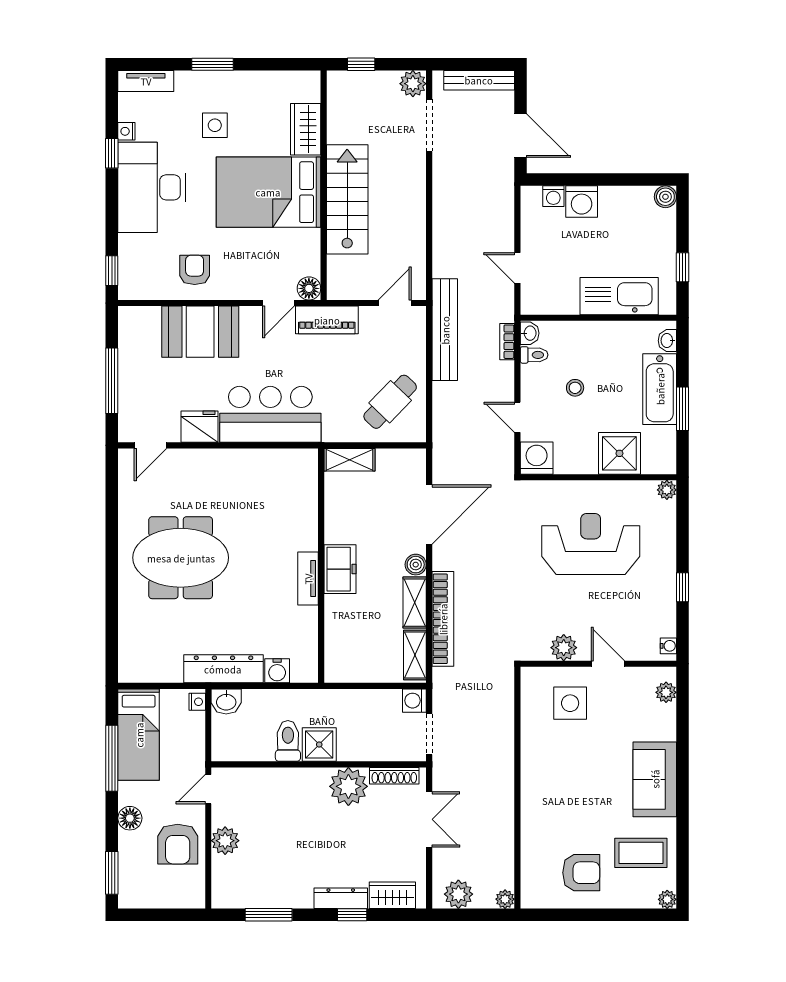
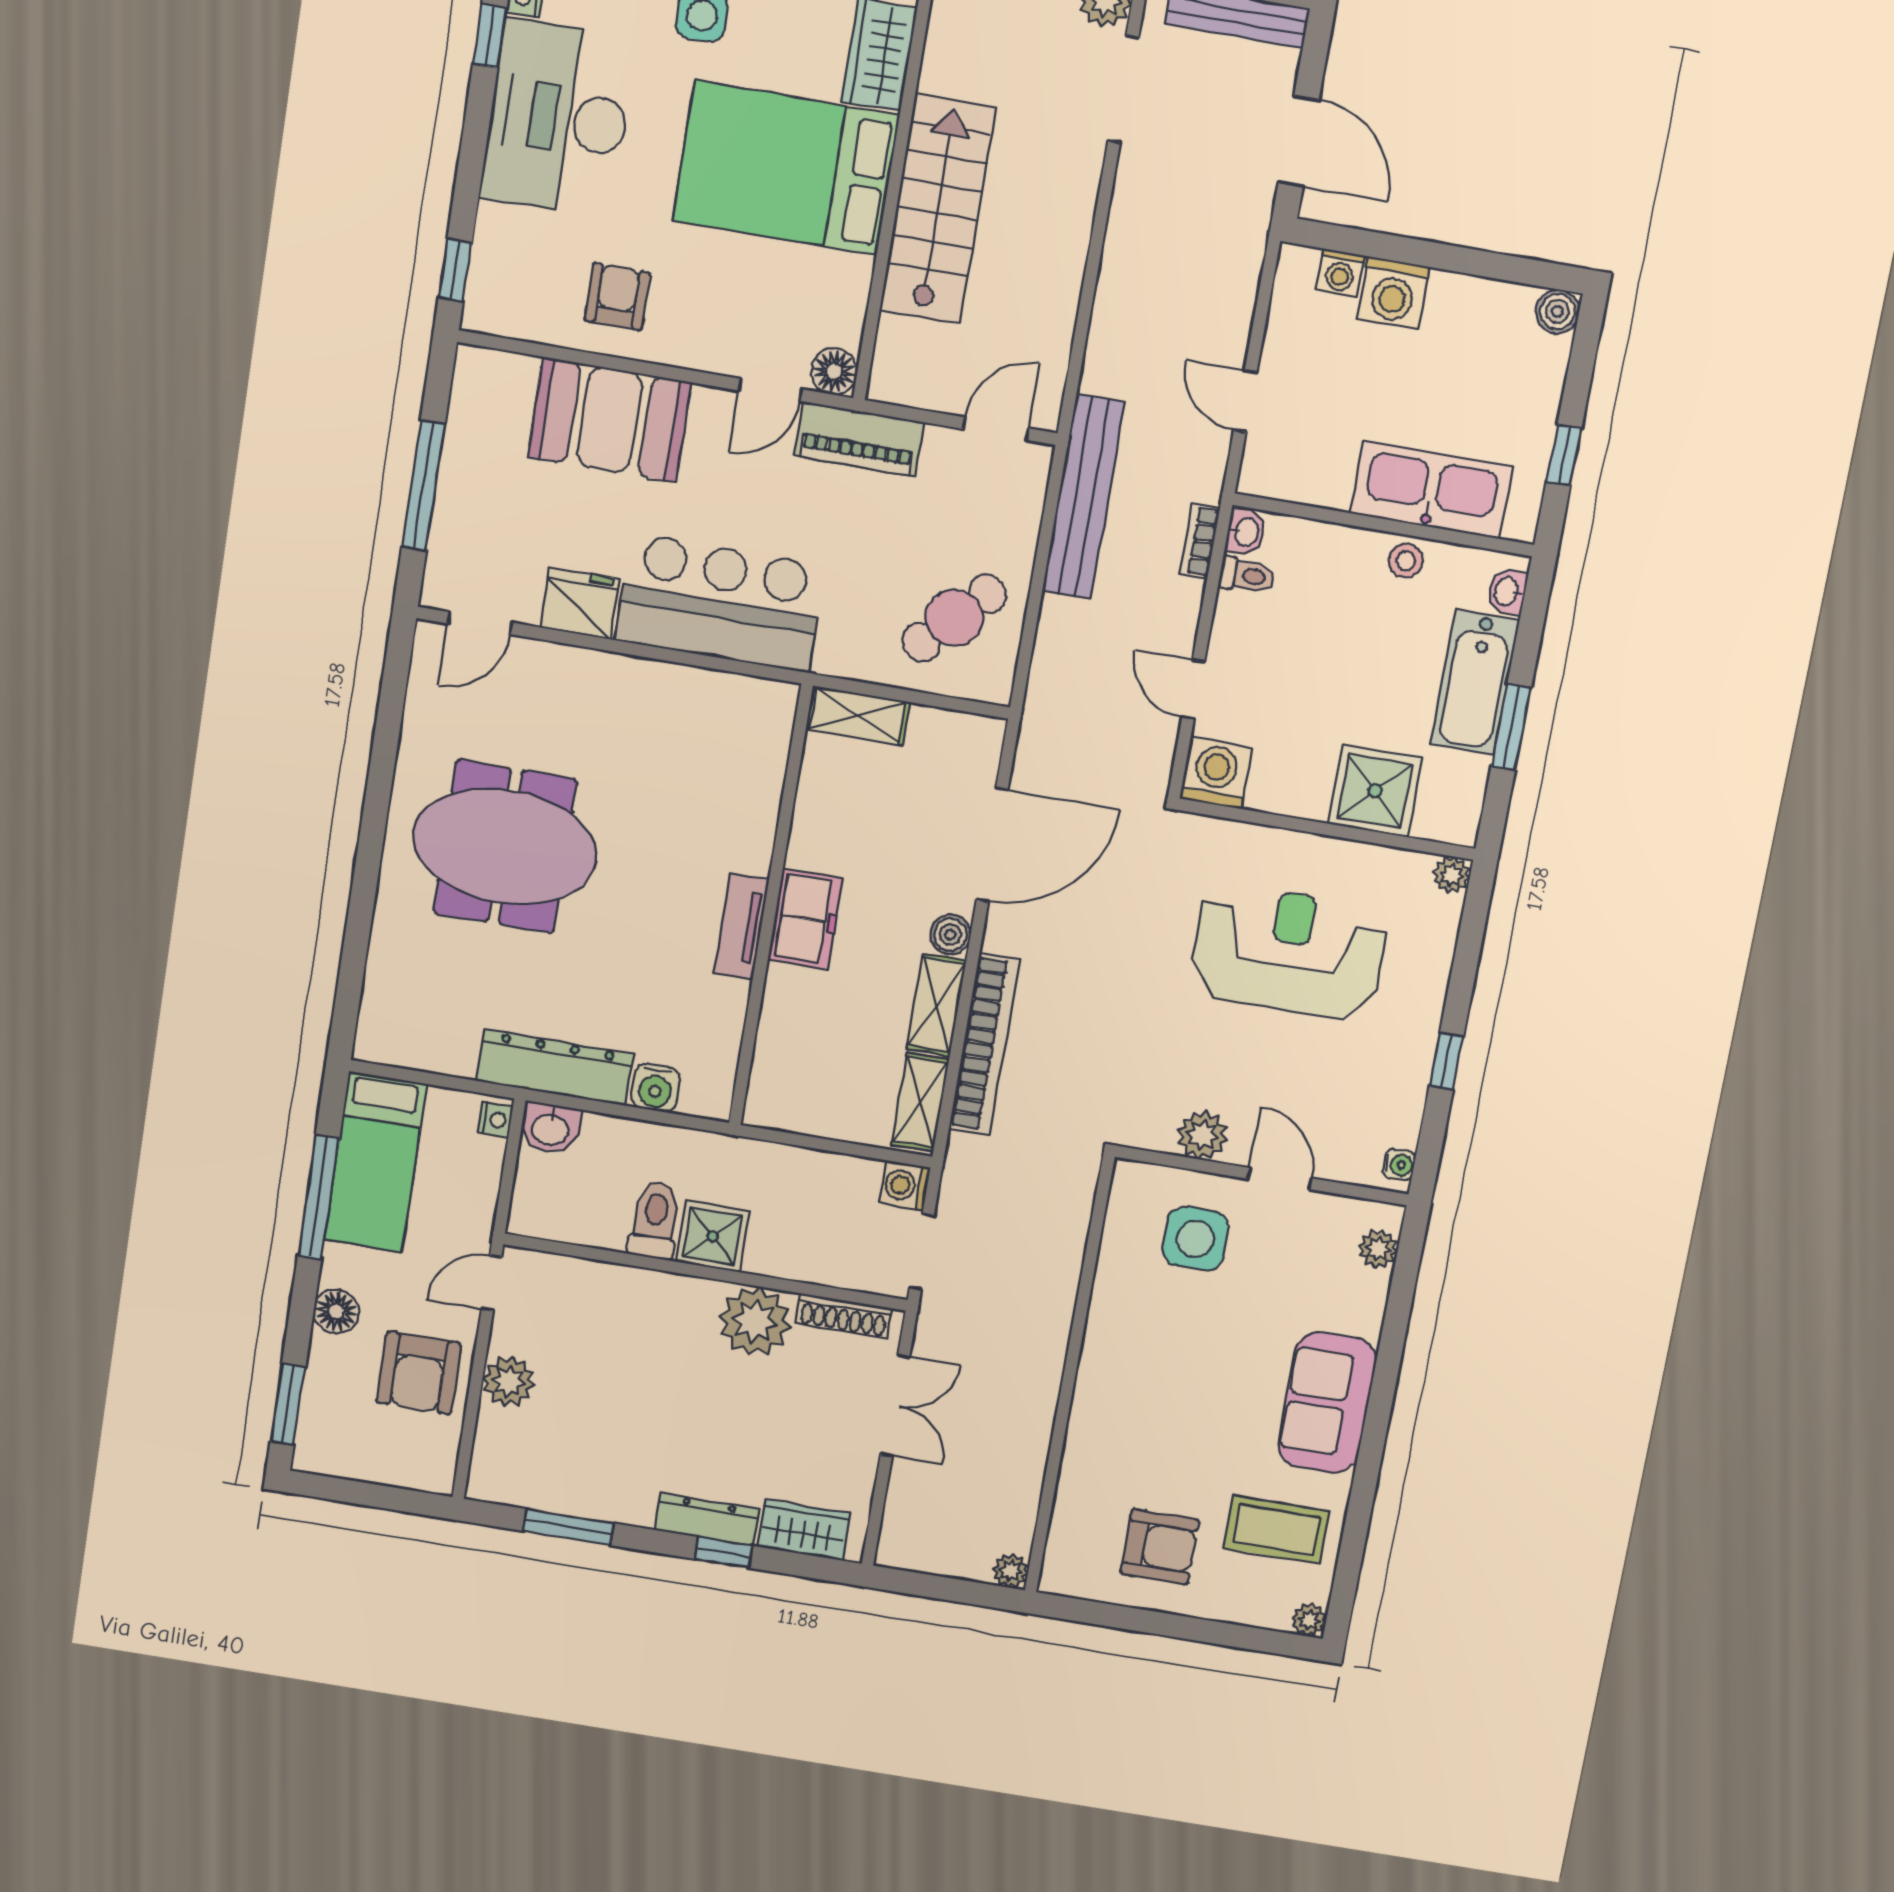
stool: (575, 388) -> (1406, 561), moved
plant: (458, 894) -> (926, 1548), removed

